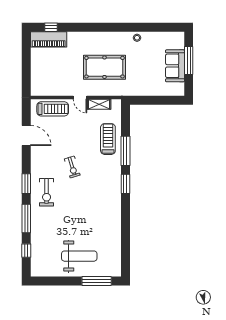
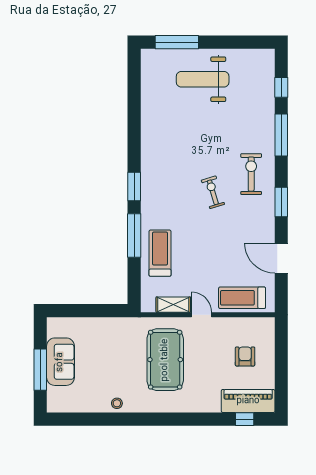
pool table: (104, 67) -> (165, 360), turned 90
armchair: (51, 69) -> (245, 356), added
treadmill: (108, 139) -> (160, 253), turned 180
exercise bike: (72, 167) -> (213, 192), moved
window: (26, 184) -> (281, 202), moved

